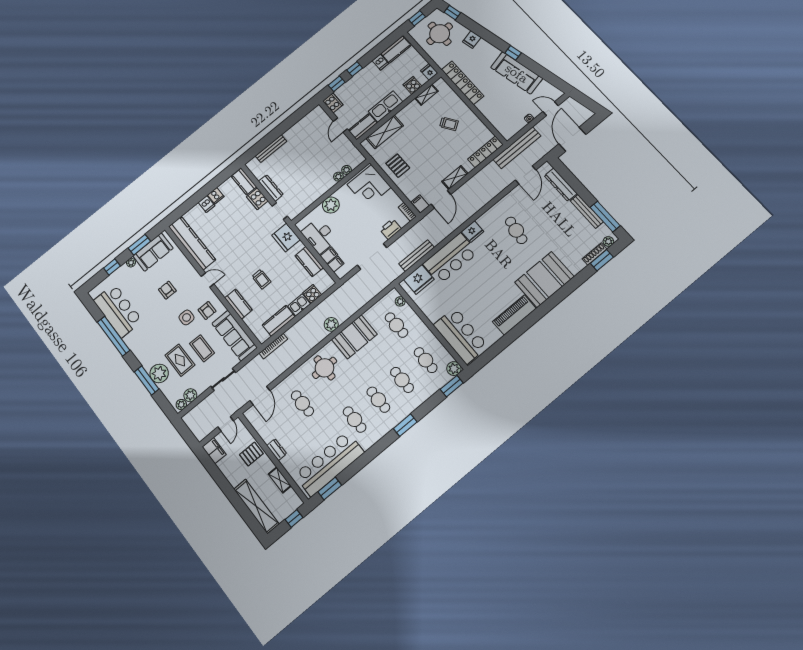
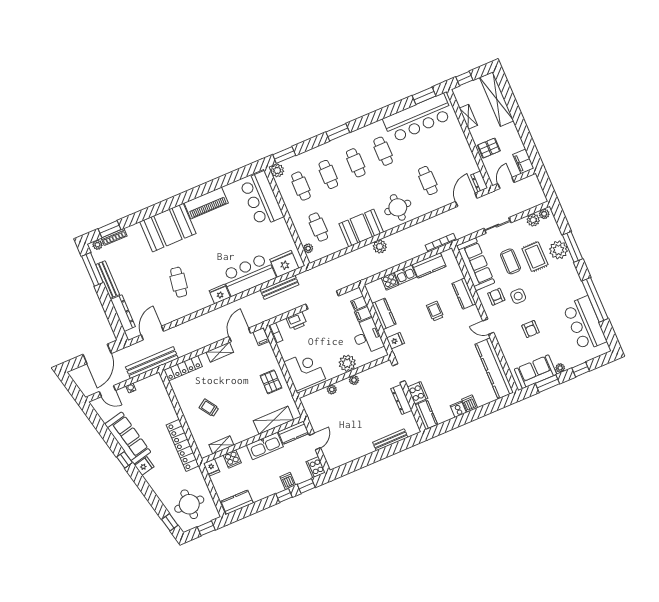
fridge: (472, 39) -> (144, 466), moved
dishwasher: (380, 62) -> (288, 481), moved
plant: (347, 170) -> (354, 380), moved
fridge: (286, 238) -> (396, 341), width x0.53, depth x0.75
dresser: (277, 450) -> (479, 181), moved

